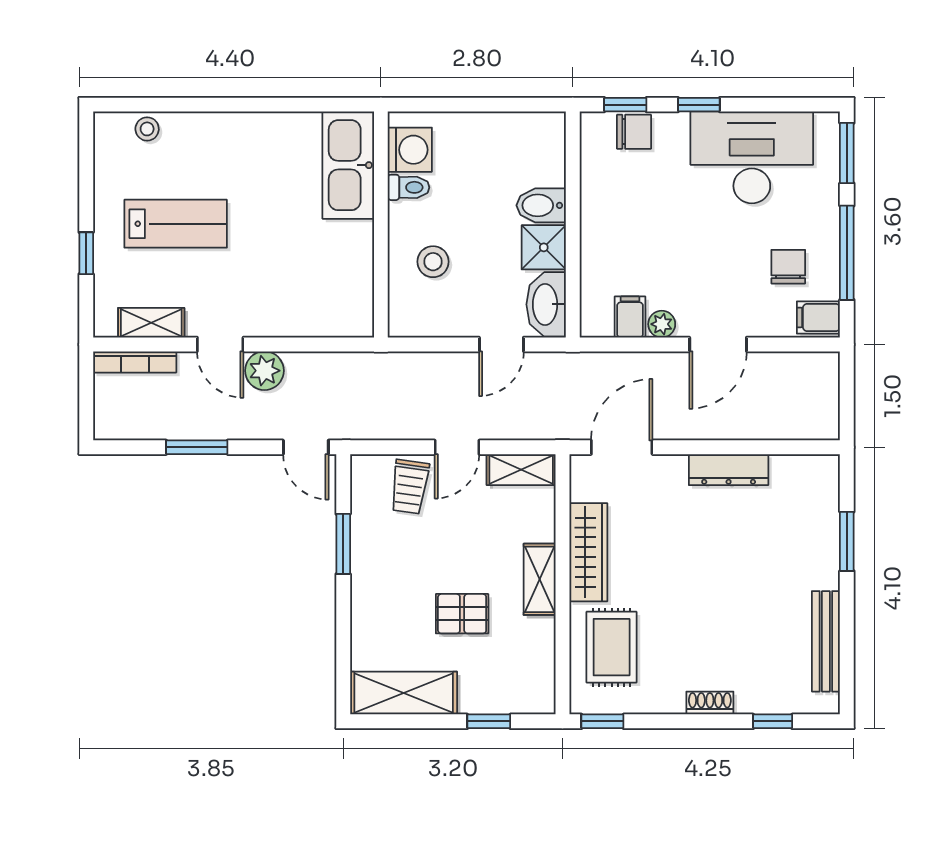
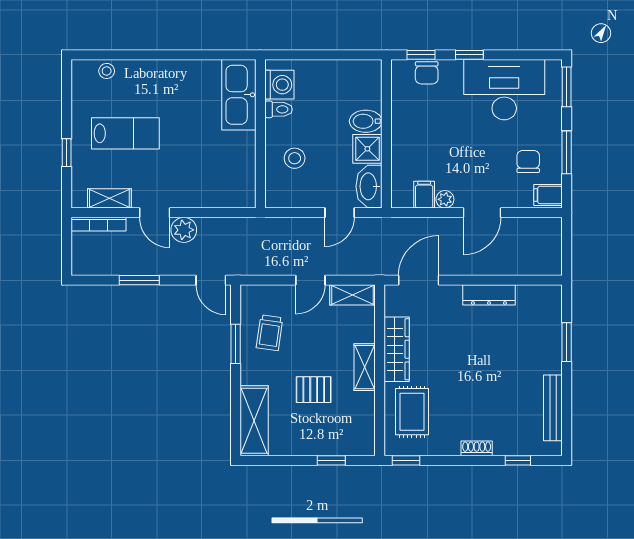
chair: (634, 132) -> (427, 73), turned 90
window: (847, 253) -> (567, 152), width x0.69
trolley: (410, 487) -> (270, 333), moved
shelving: (404, 693) -> (254, 421), moved, turned 90

